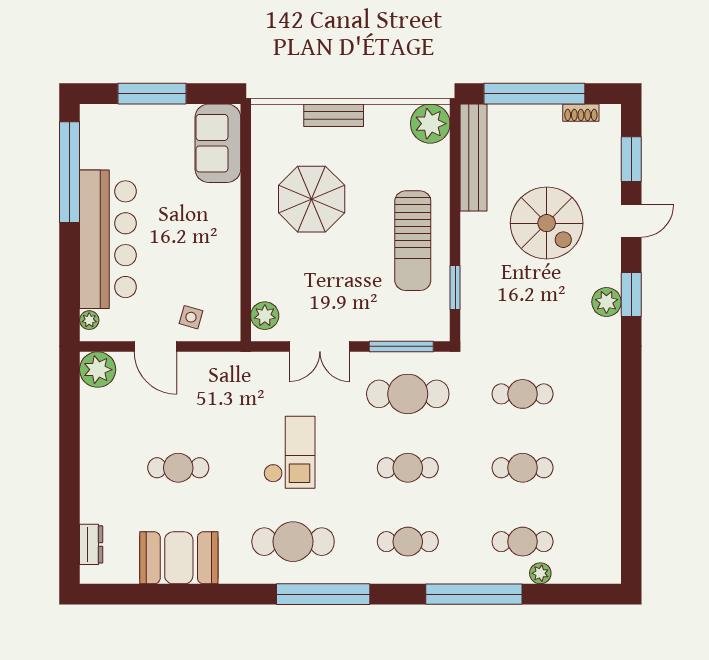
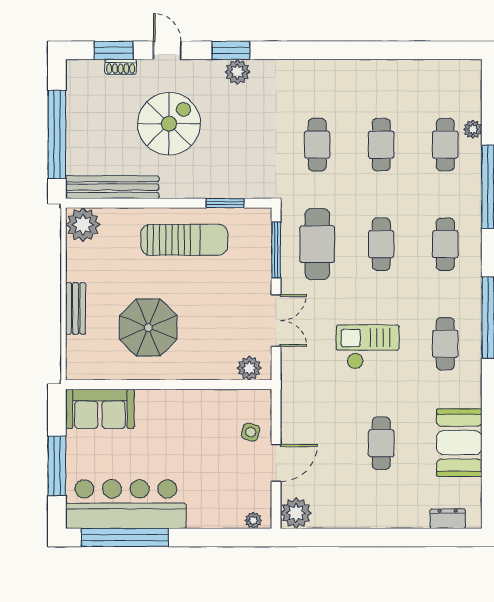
shoe rack: (581, 113) -> (121, 67), moved, turned 90
bar counter: (108, 239) -> (126, 504), moved
cafe table: (293, 542) -> (445, 344), width x0.73, depth x0.74

